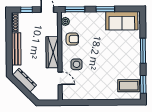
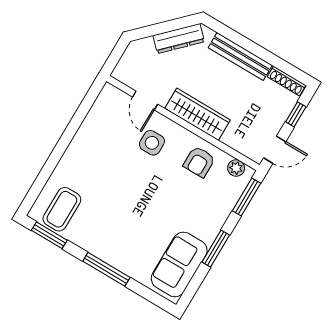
door: (60, 78) -> (145, 101), hinge flipped

